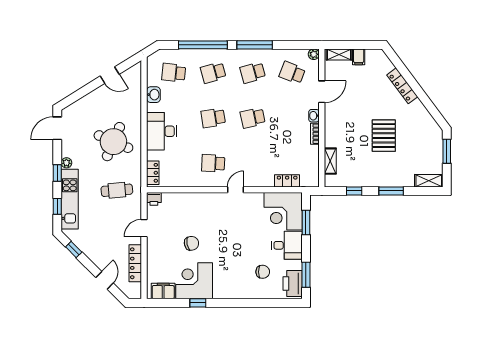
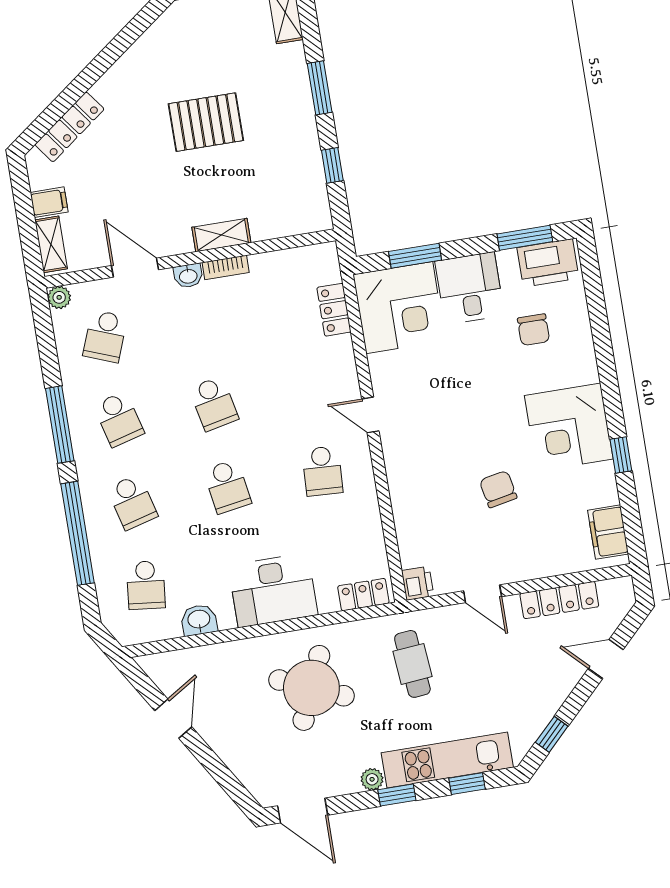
locker: (402, 86) -> (70, 127), moved
shelving: (330, 161) -> (221, 235), moved
chair: (263, 272) -> (534, 330), turned 180
corner desk: (194, 281) -> (569, 427), moved

